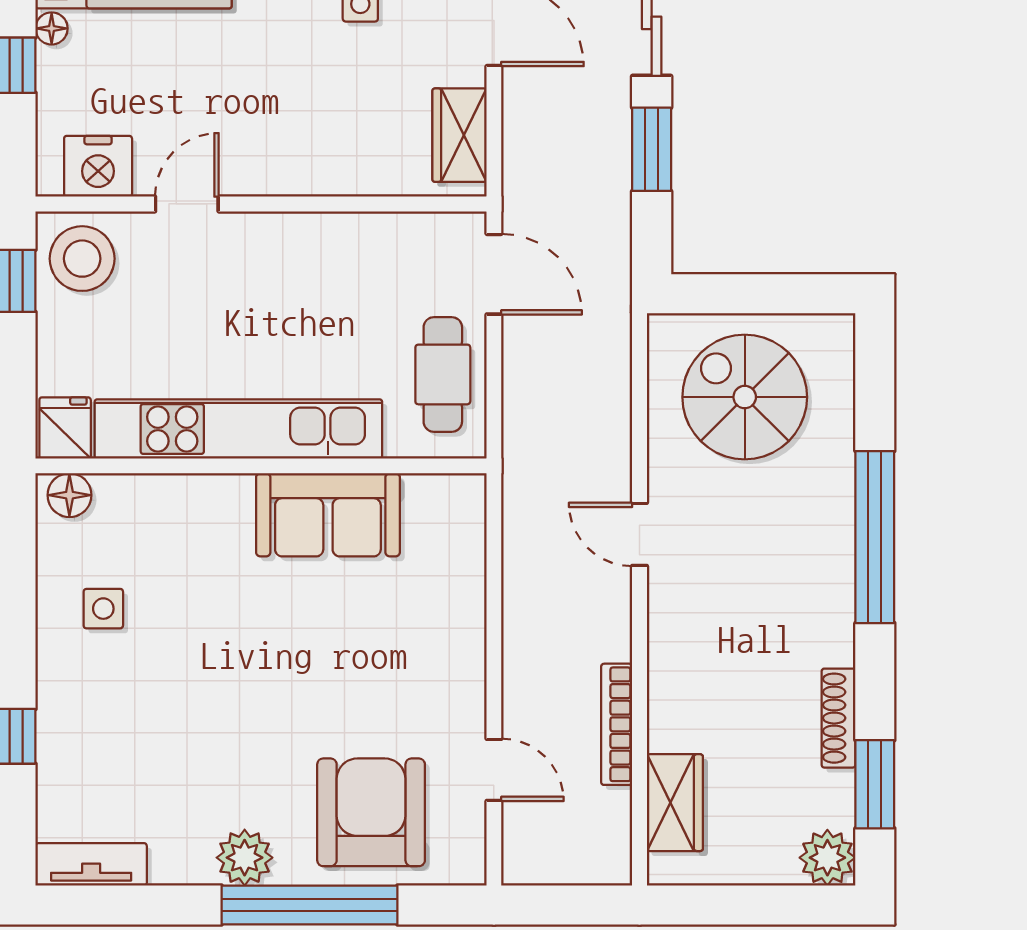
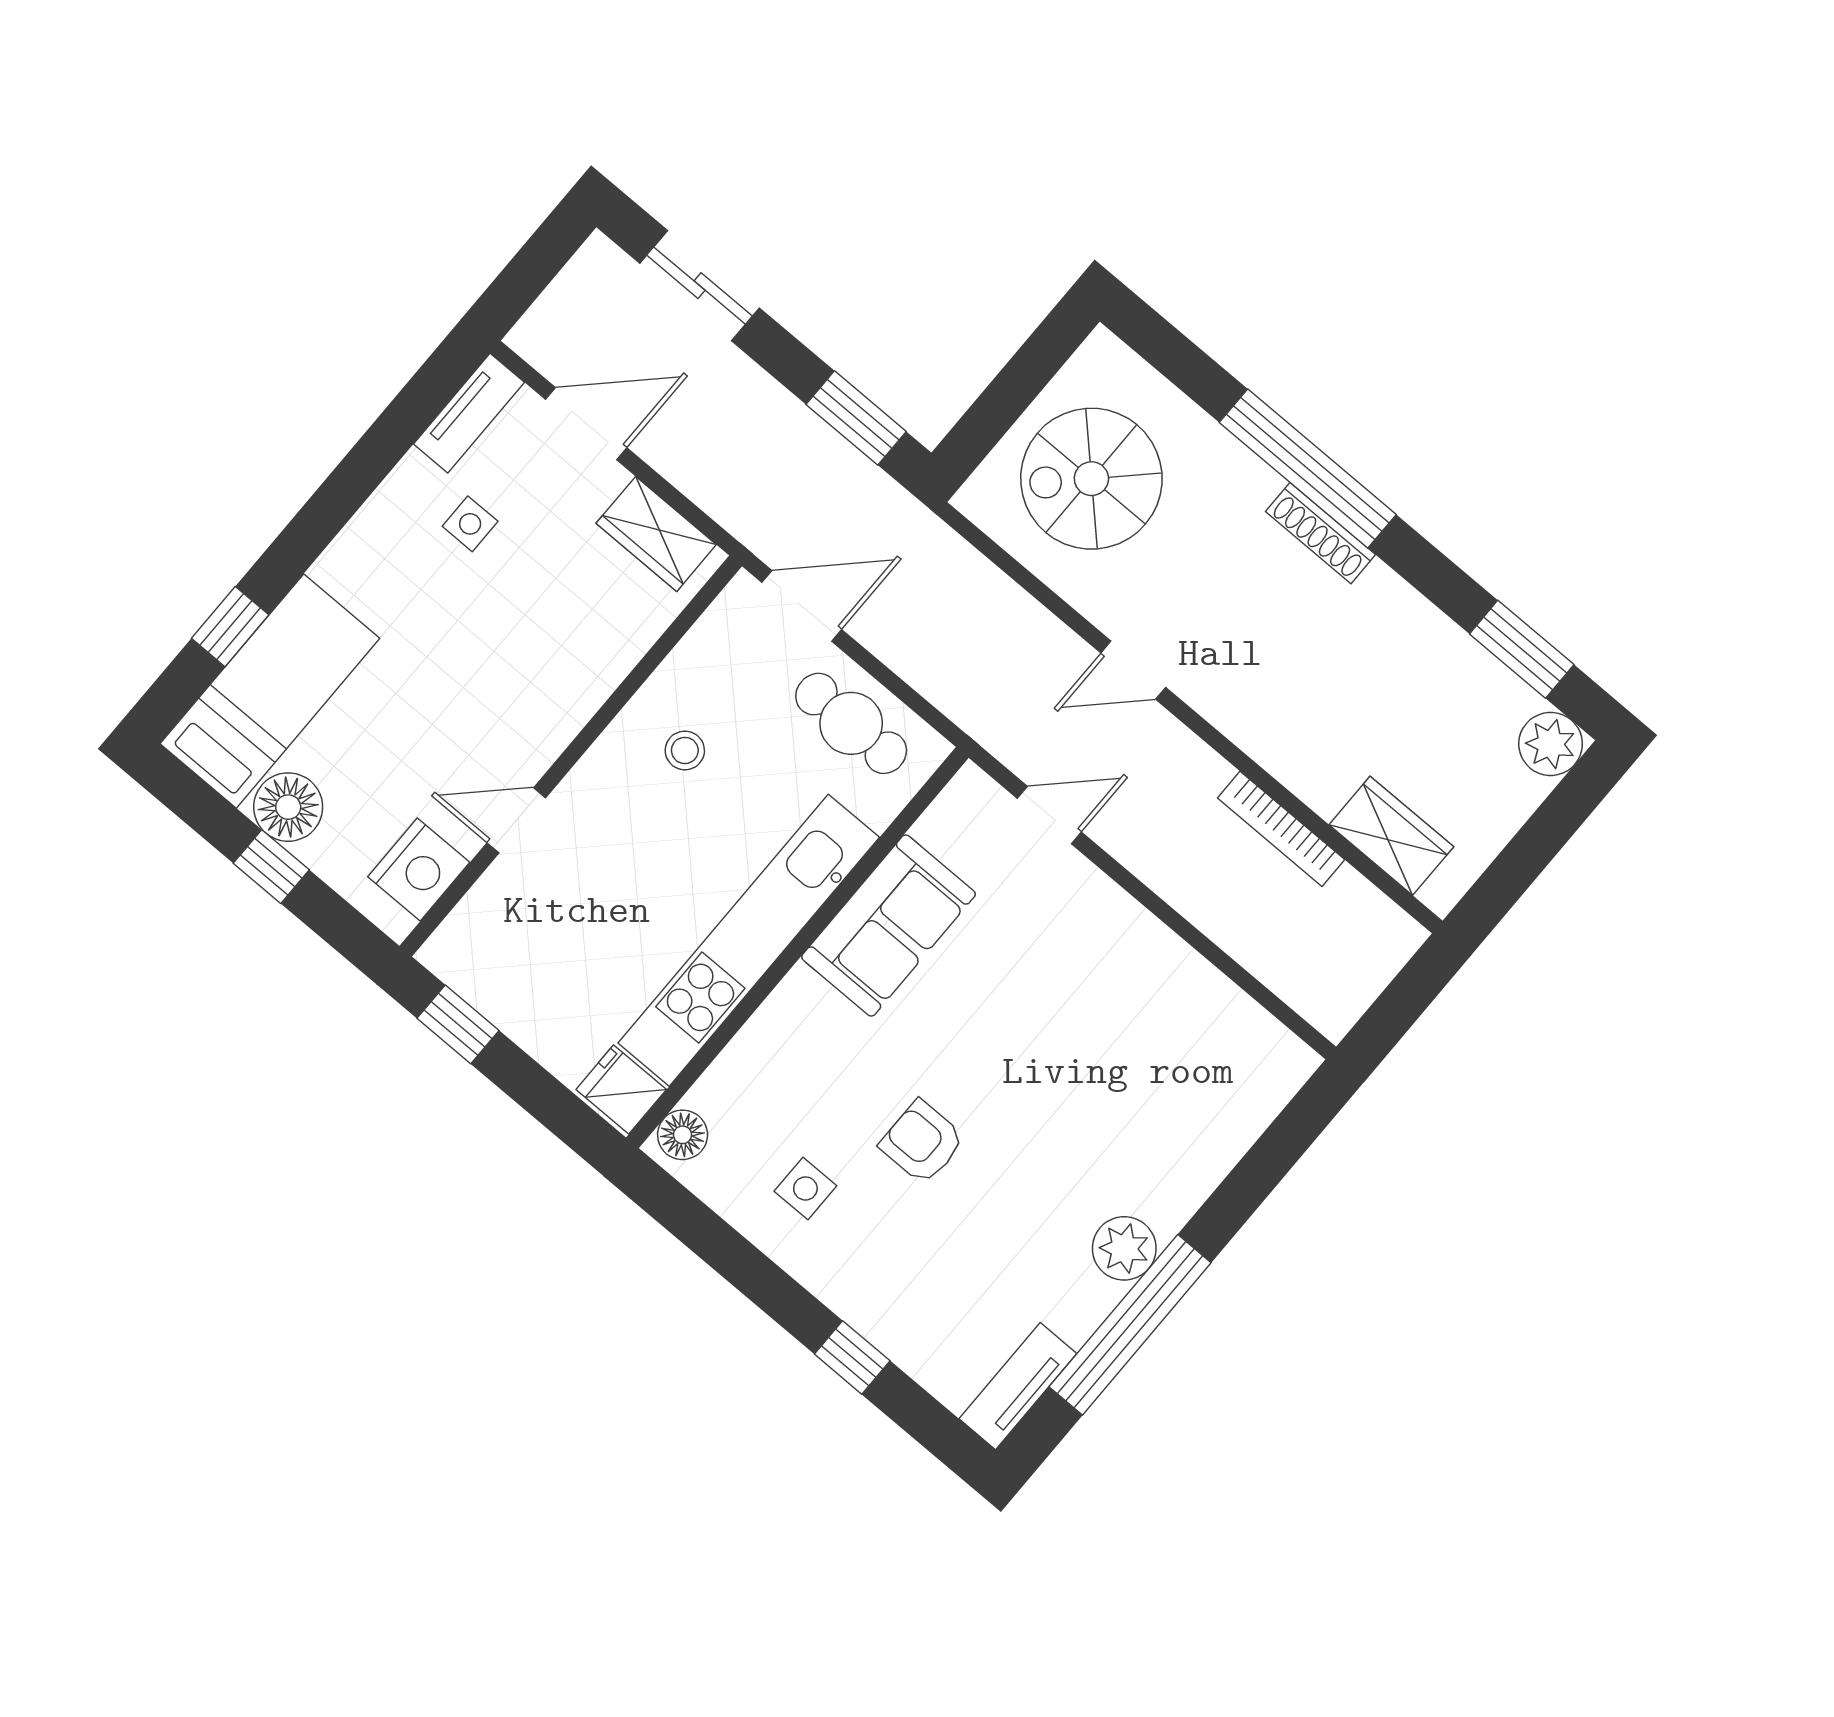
floor lamp: (52, 28) -> (288, 807), width x1.89, depth x1.89
window: (652, 149) -> (856, 418), moved
door: (187, 204) -> (516, 820), hinge flipped
stool: (82, 259) -> (685, 750), moved, width x0.53, depth x0.53
shoe rack: (839, 718) -> (1321, 533), moved
door: (494, 770) -> (1049, 815), moved
armchair: (371, 812) -> (922, 1142), moved, width x0.53, depth x0.53
window: (309, 905) -> (1130, 1325), moved

